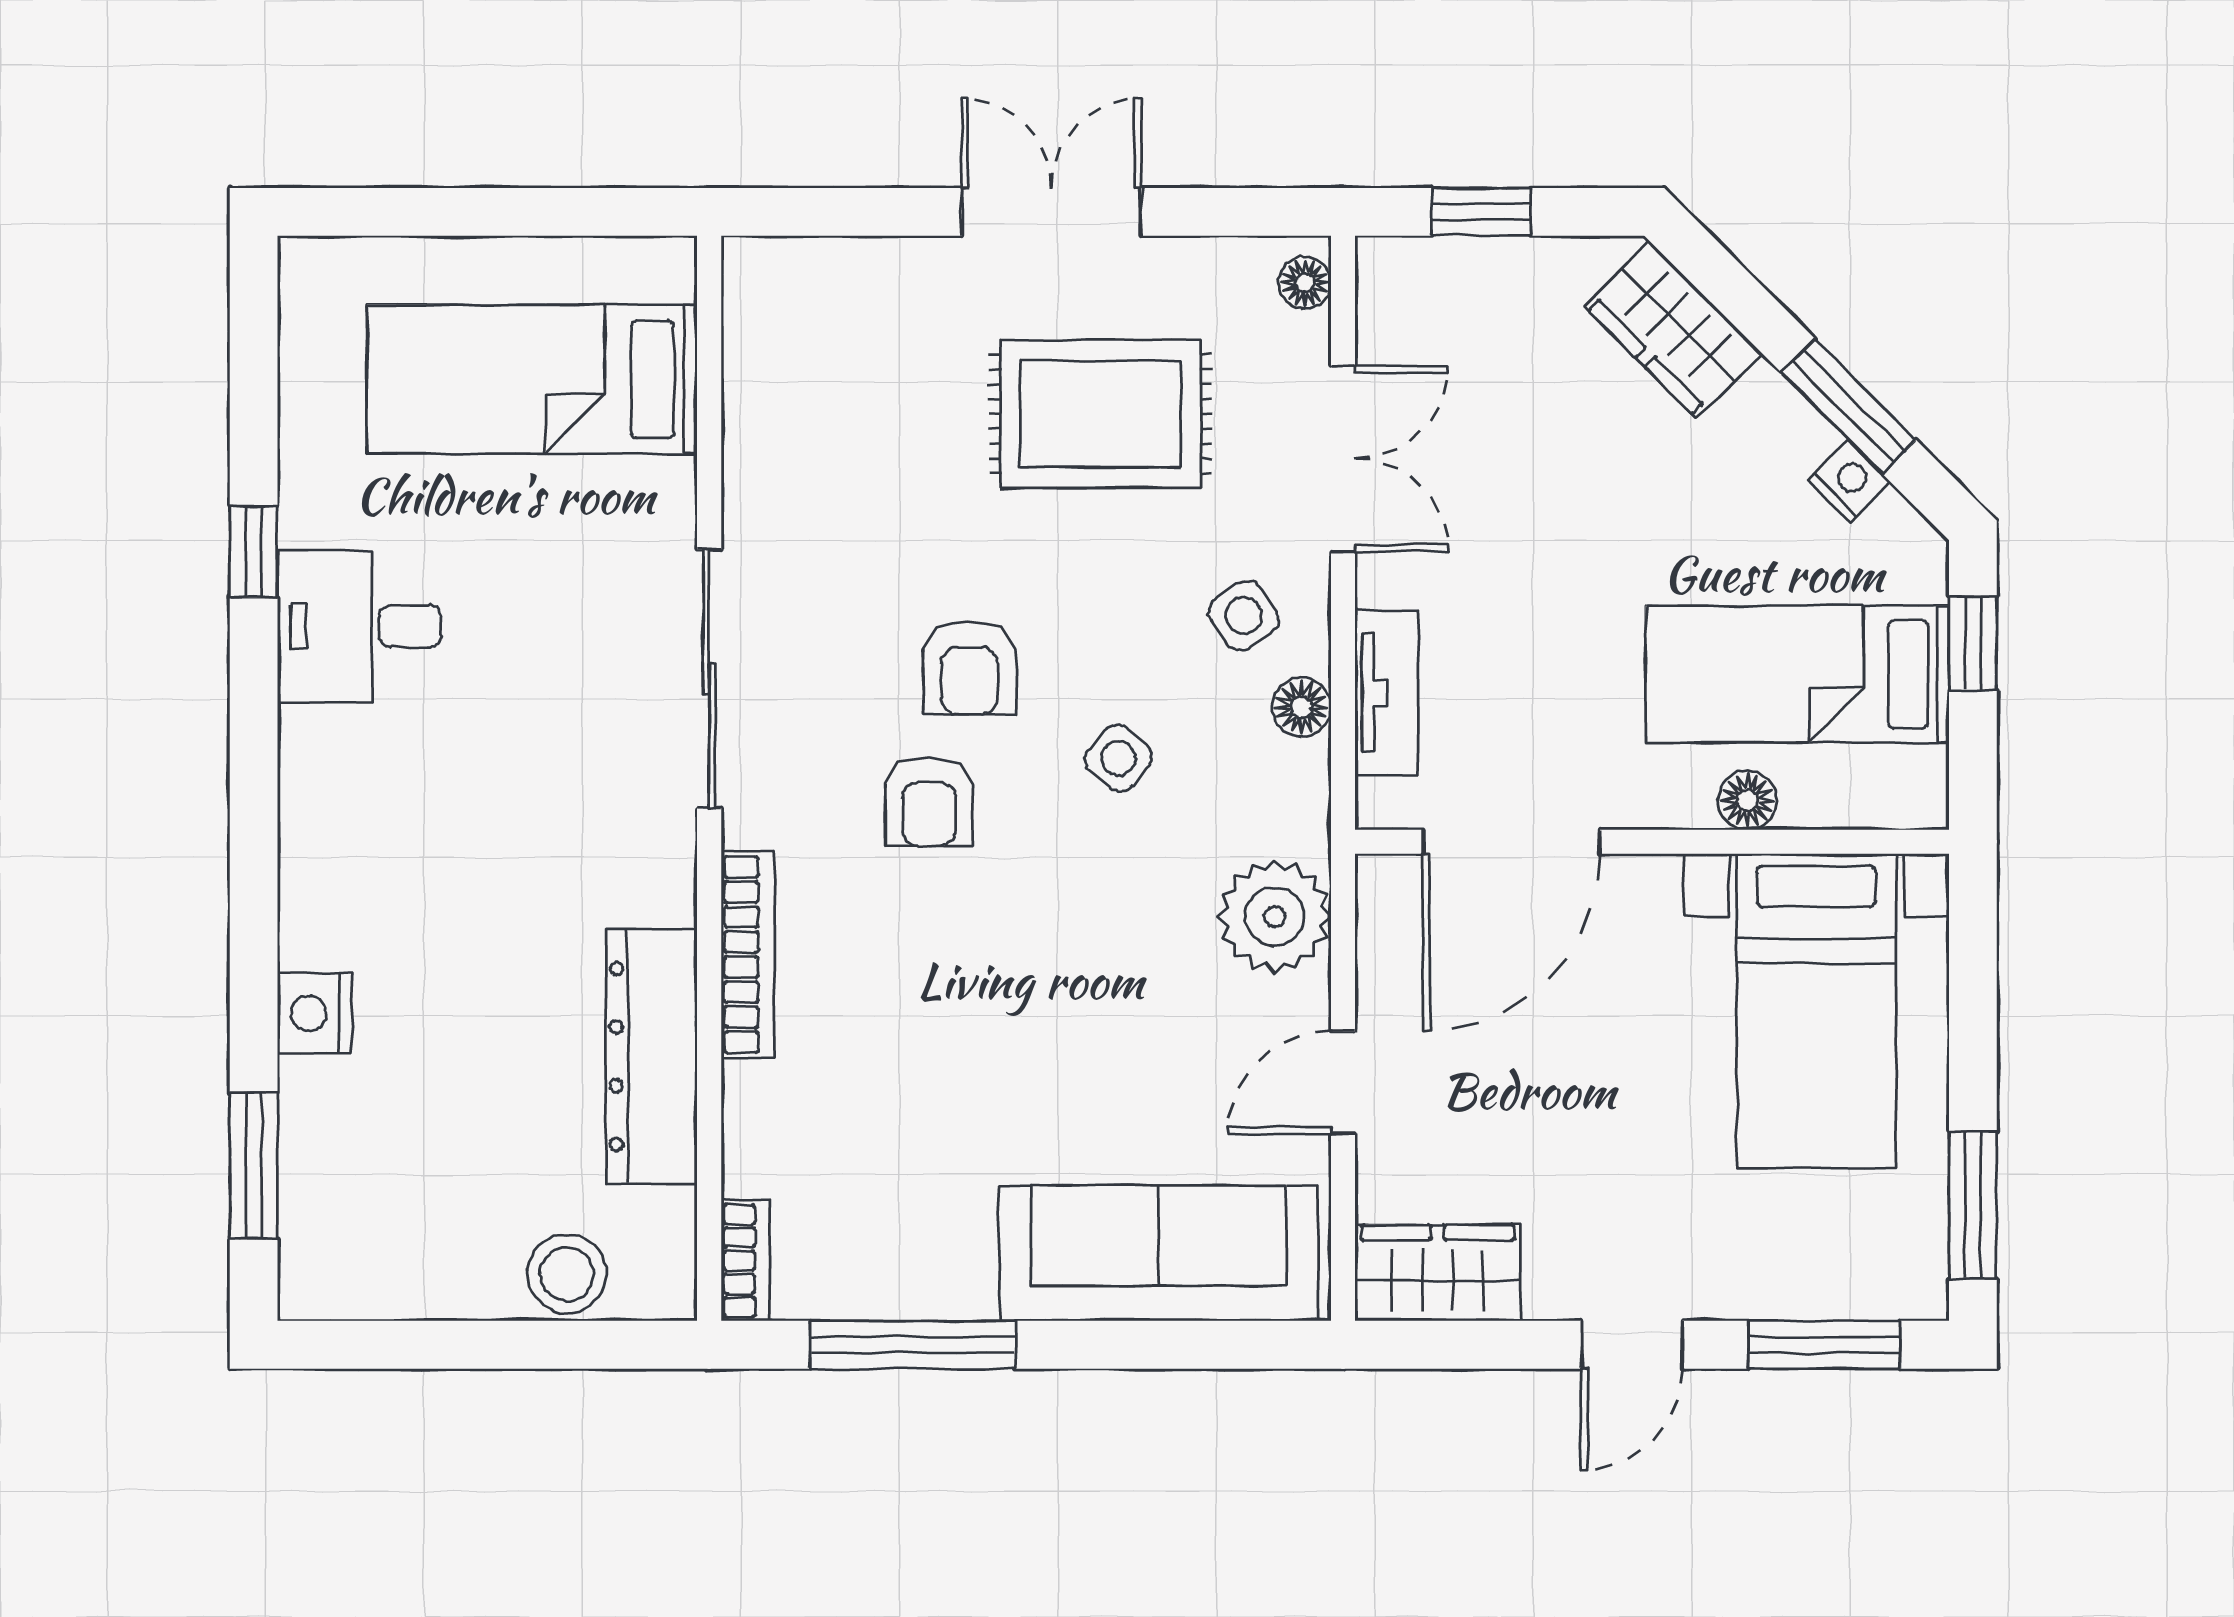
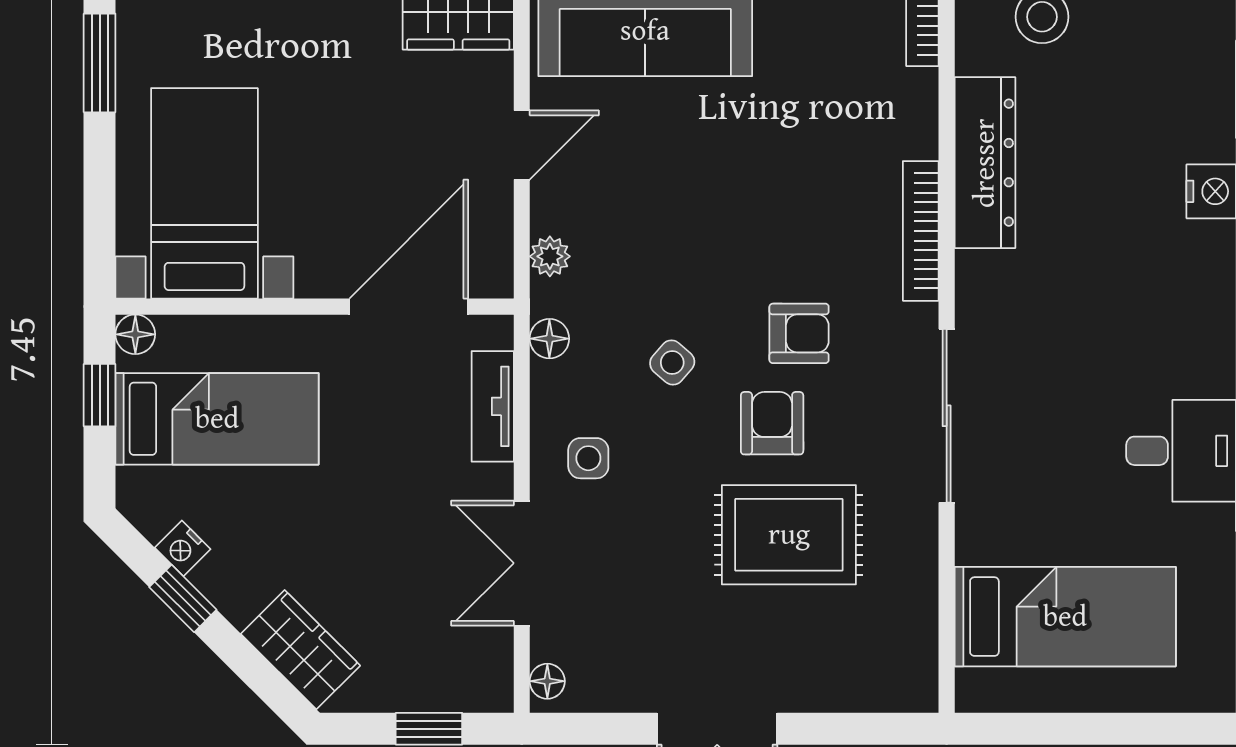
window: (1849, 406) -> (183, 598), width x0.67
rug: (1100, 414) -> (789, 535), moved
side table: (1244, 615) -> (588, 458), turned 34
window: (1973, 644) -> (100, 395), moved
floor lamp: (1302, 707) -> (549, 339), moved
floor lamp: (1747, 800) -> (135, 334), moved
armchair: (929, 802) -> (799, 333), turned 90
plant: (1275, 916) -> (550, 256), width x0.53, depth x0.53

